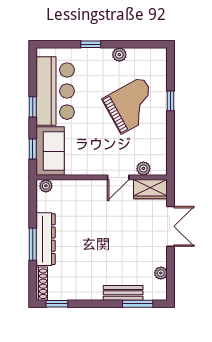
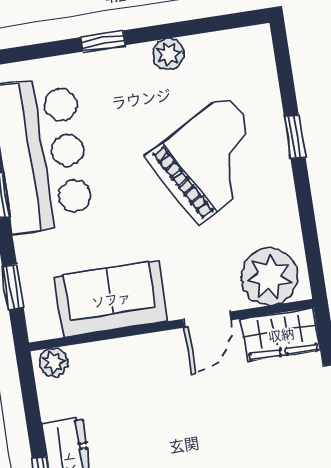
sofa: (50, 151) -> (111, 299), moved, turned -90
plant: (143, 168) -> (270, 277), width x1.87, depth x1.87

